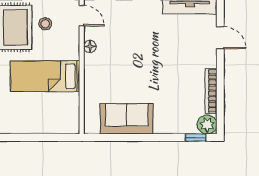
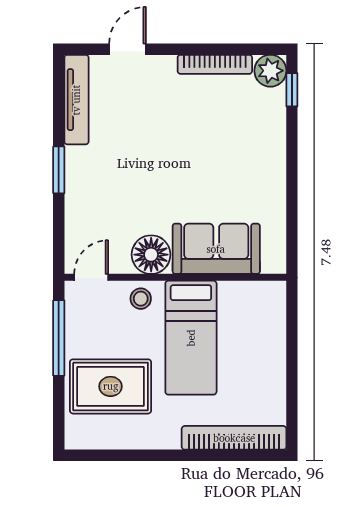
stool: (45, 24) -> (141, 299), moved
floor lamp: (90, 46) -> (151, 255), width x1.89, depth x1.89
sofa: (127, 119) -> (216, 249), moved, turned 90

